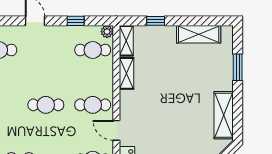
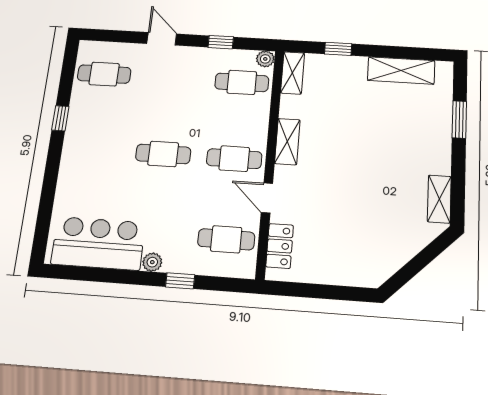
shelving: (126, 73) -> (287, 142), moved
shelving: (224, 115) -> (439, 199), width x0.67, depth x0.75

